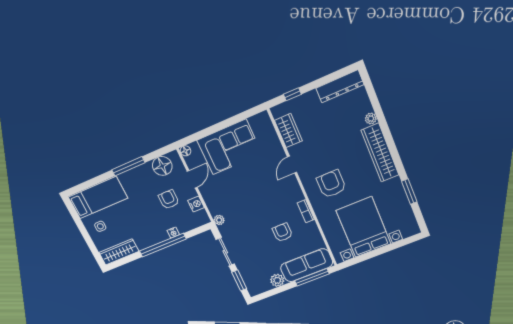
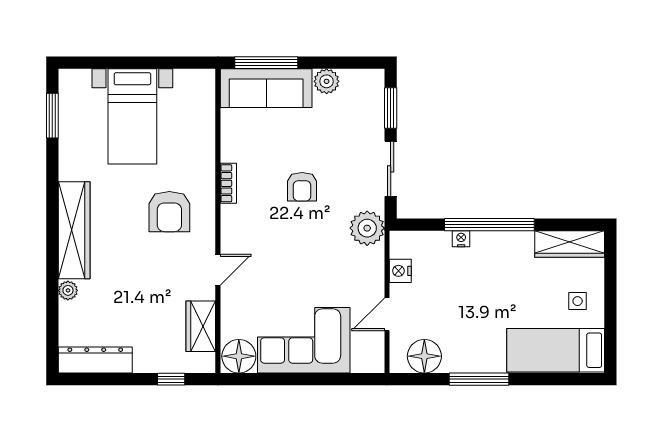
floor lamp: (185, 151) -> (239, 356), moved, width x1.89, depth x1.89
window: (409, 192) -> (52, 116), moved
armchair: (169, 199) -> (441, 297), removed
plant: (219, 220) -> (367, 228), width x1.88, depth x1.88
bed with nightstands: (364, 227) -> (132, 116), width x0.73
armchair: (282, 232) -> (302, 187), moved

